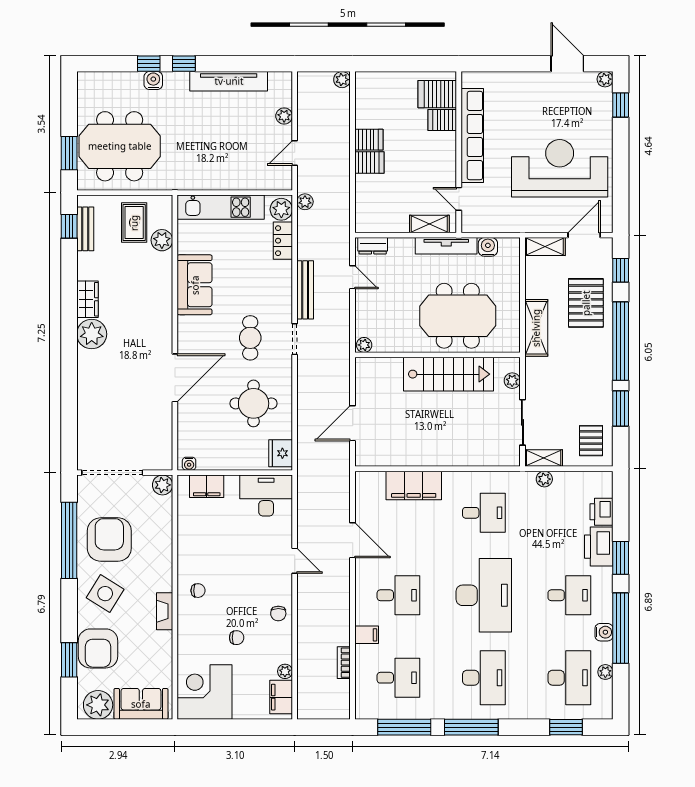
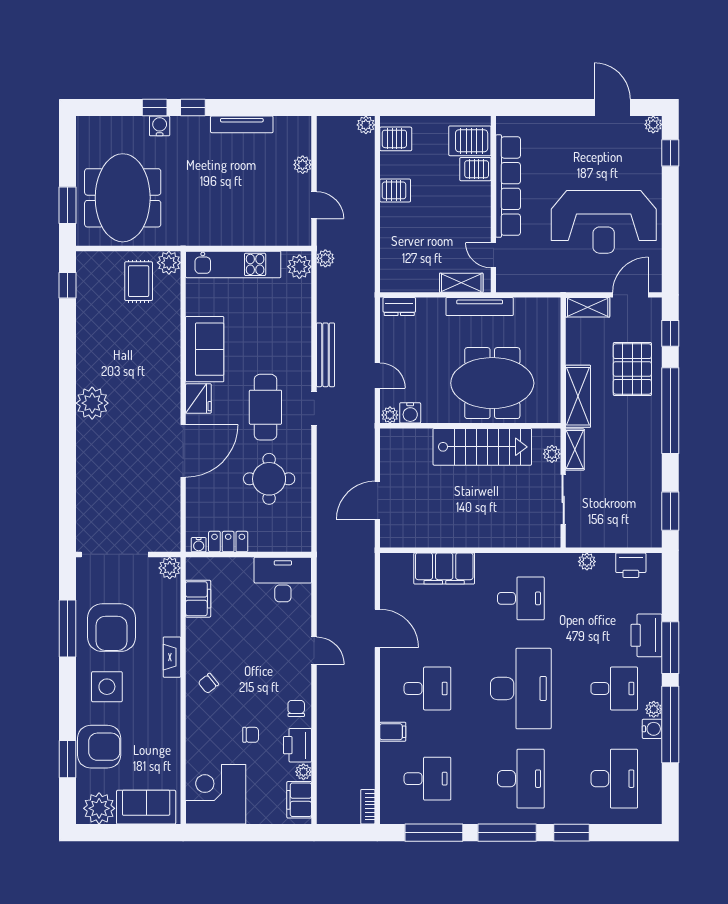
tv unit: (229, 81) -> (242, 124), width x0.73, depth x0.78
meeting table: (120, 146) -> (123, 198), turned 90
door: (295, 153) -> (314, 205), swing flipped
server rack: (369, 163) -> (396, 139), moved
reception desk: (560, 168) -> (604, 222), turned 180
bench: (85, 229) -> (85, 288), removed
plant: (162, 240) -> (169, 263), moved
locker: (283, 241) -> (228, 542), moved, turned 90
water cooler: (488, 247) -> (410, 413), moved, turned 180
door: (353, 277) -> (377, 375), moved
wardrobe: (87, 299) -> (88, 365), removed
cafe table: (250, 338) -> (265, 407), width x1.37, depth x1.35
window: (621, 409) -> (670, 511), moved
pallet: (591, 441) -> (638, 519), removed
fridge: (281, 453) -> (198, 398), moved, turned 180
shelving: (544, 458) -> (575, 450), moved, turned 90
filing cabinet: (207, 486) -> (198, 599), moved, turned -90
printer: (602, 512) -> (631, 565), moved, turned -90
window: (69, 540) -> (68, 629), width x0.68
armchair: (109, 540) -> (111, 628), turned 180
window: (621, 558) -> (670, 648), width x1.44
chair: (198, 591) -> (208, 683), turned 141
side table: (105, 594) -> (107, 687), turned -32
fireplace: (165, 611) -> (172, 657), moved
chair: (278, 613) -> (296, 708), turned 180
printer: (280, 647) -> (298, 745), added
armchair: (98, 648) -> (99, 747), turned -90
bookcase: (344, 663) -> (368, 807), moved
plant: (605, 672) -> (654, 709), moved
window: (566, 727) -> (572, 833), moved

